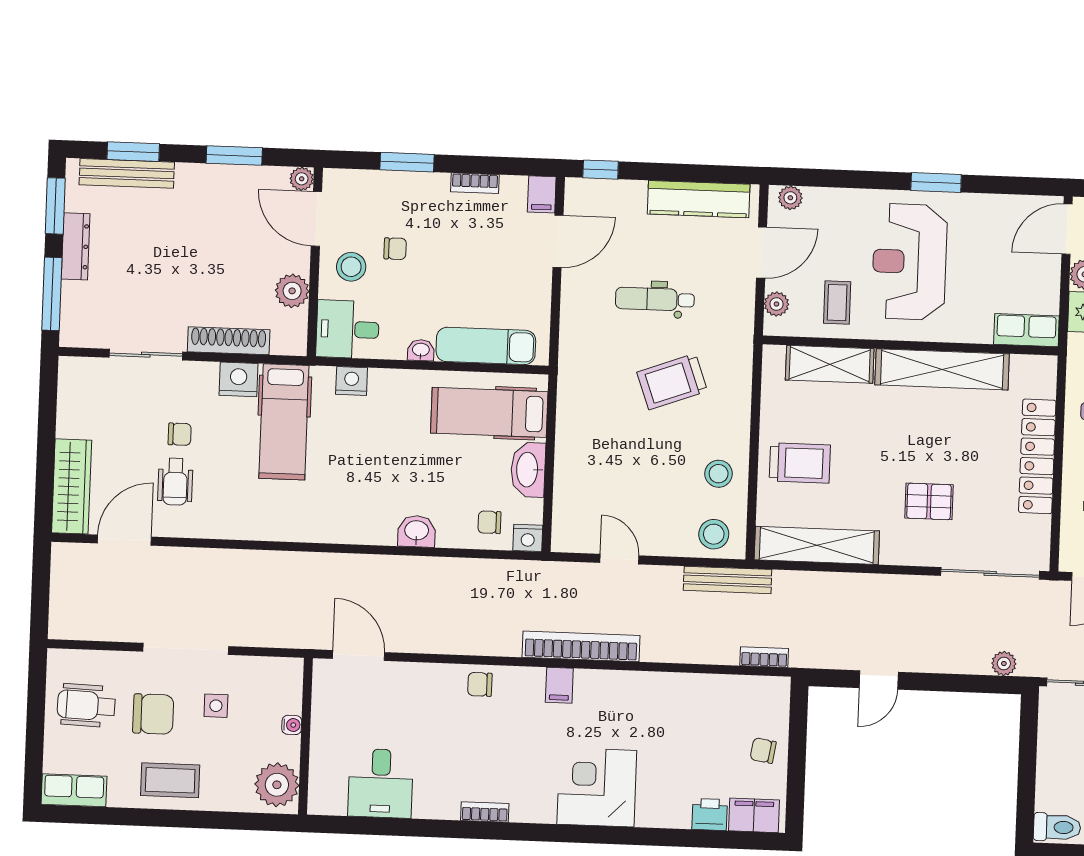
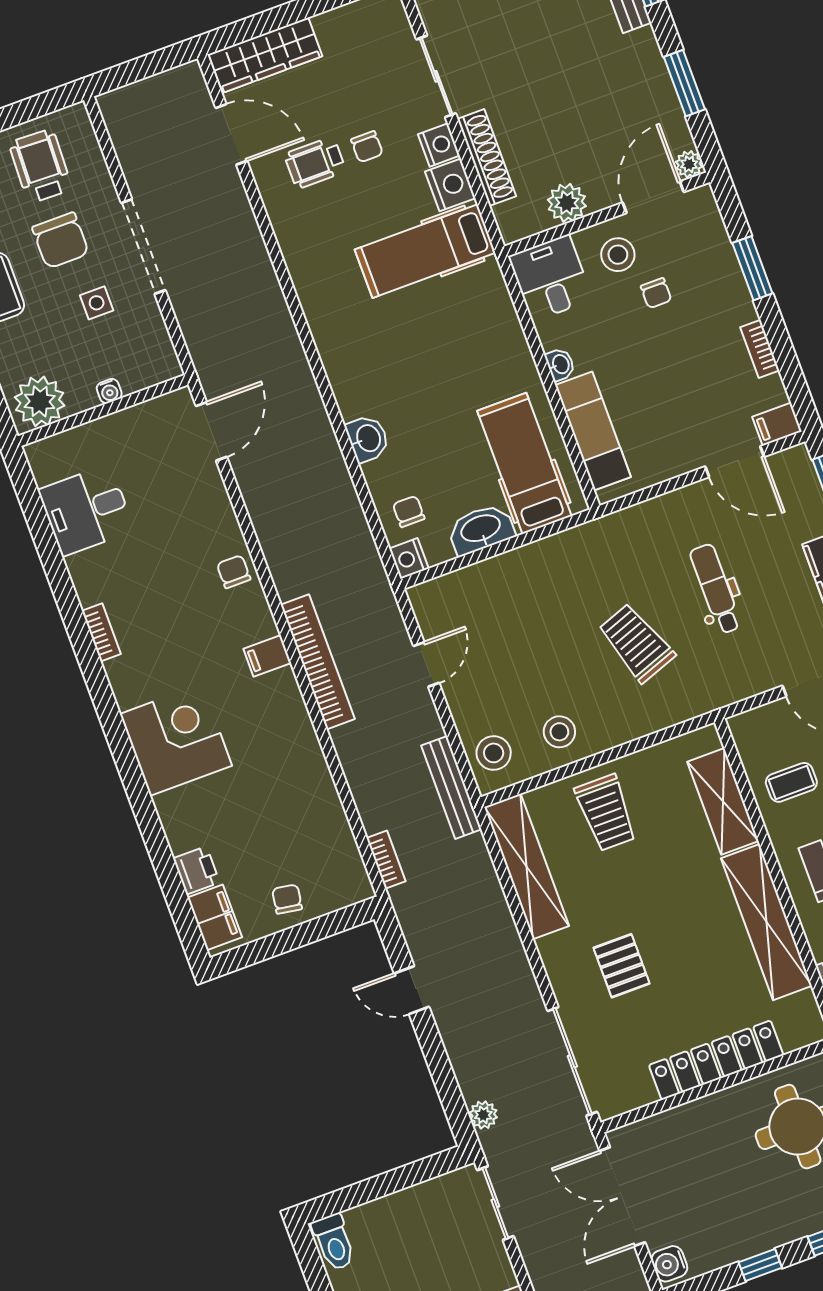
plant: (776, 304) -> (763, 719), removed
nightstand: (352, 381) -> (439, 145), moved

